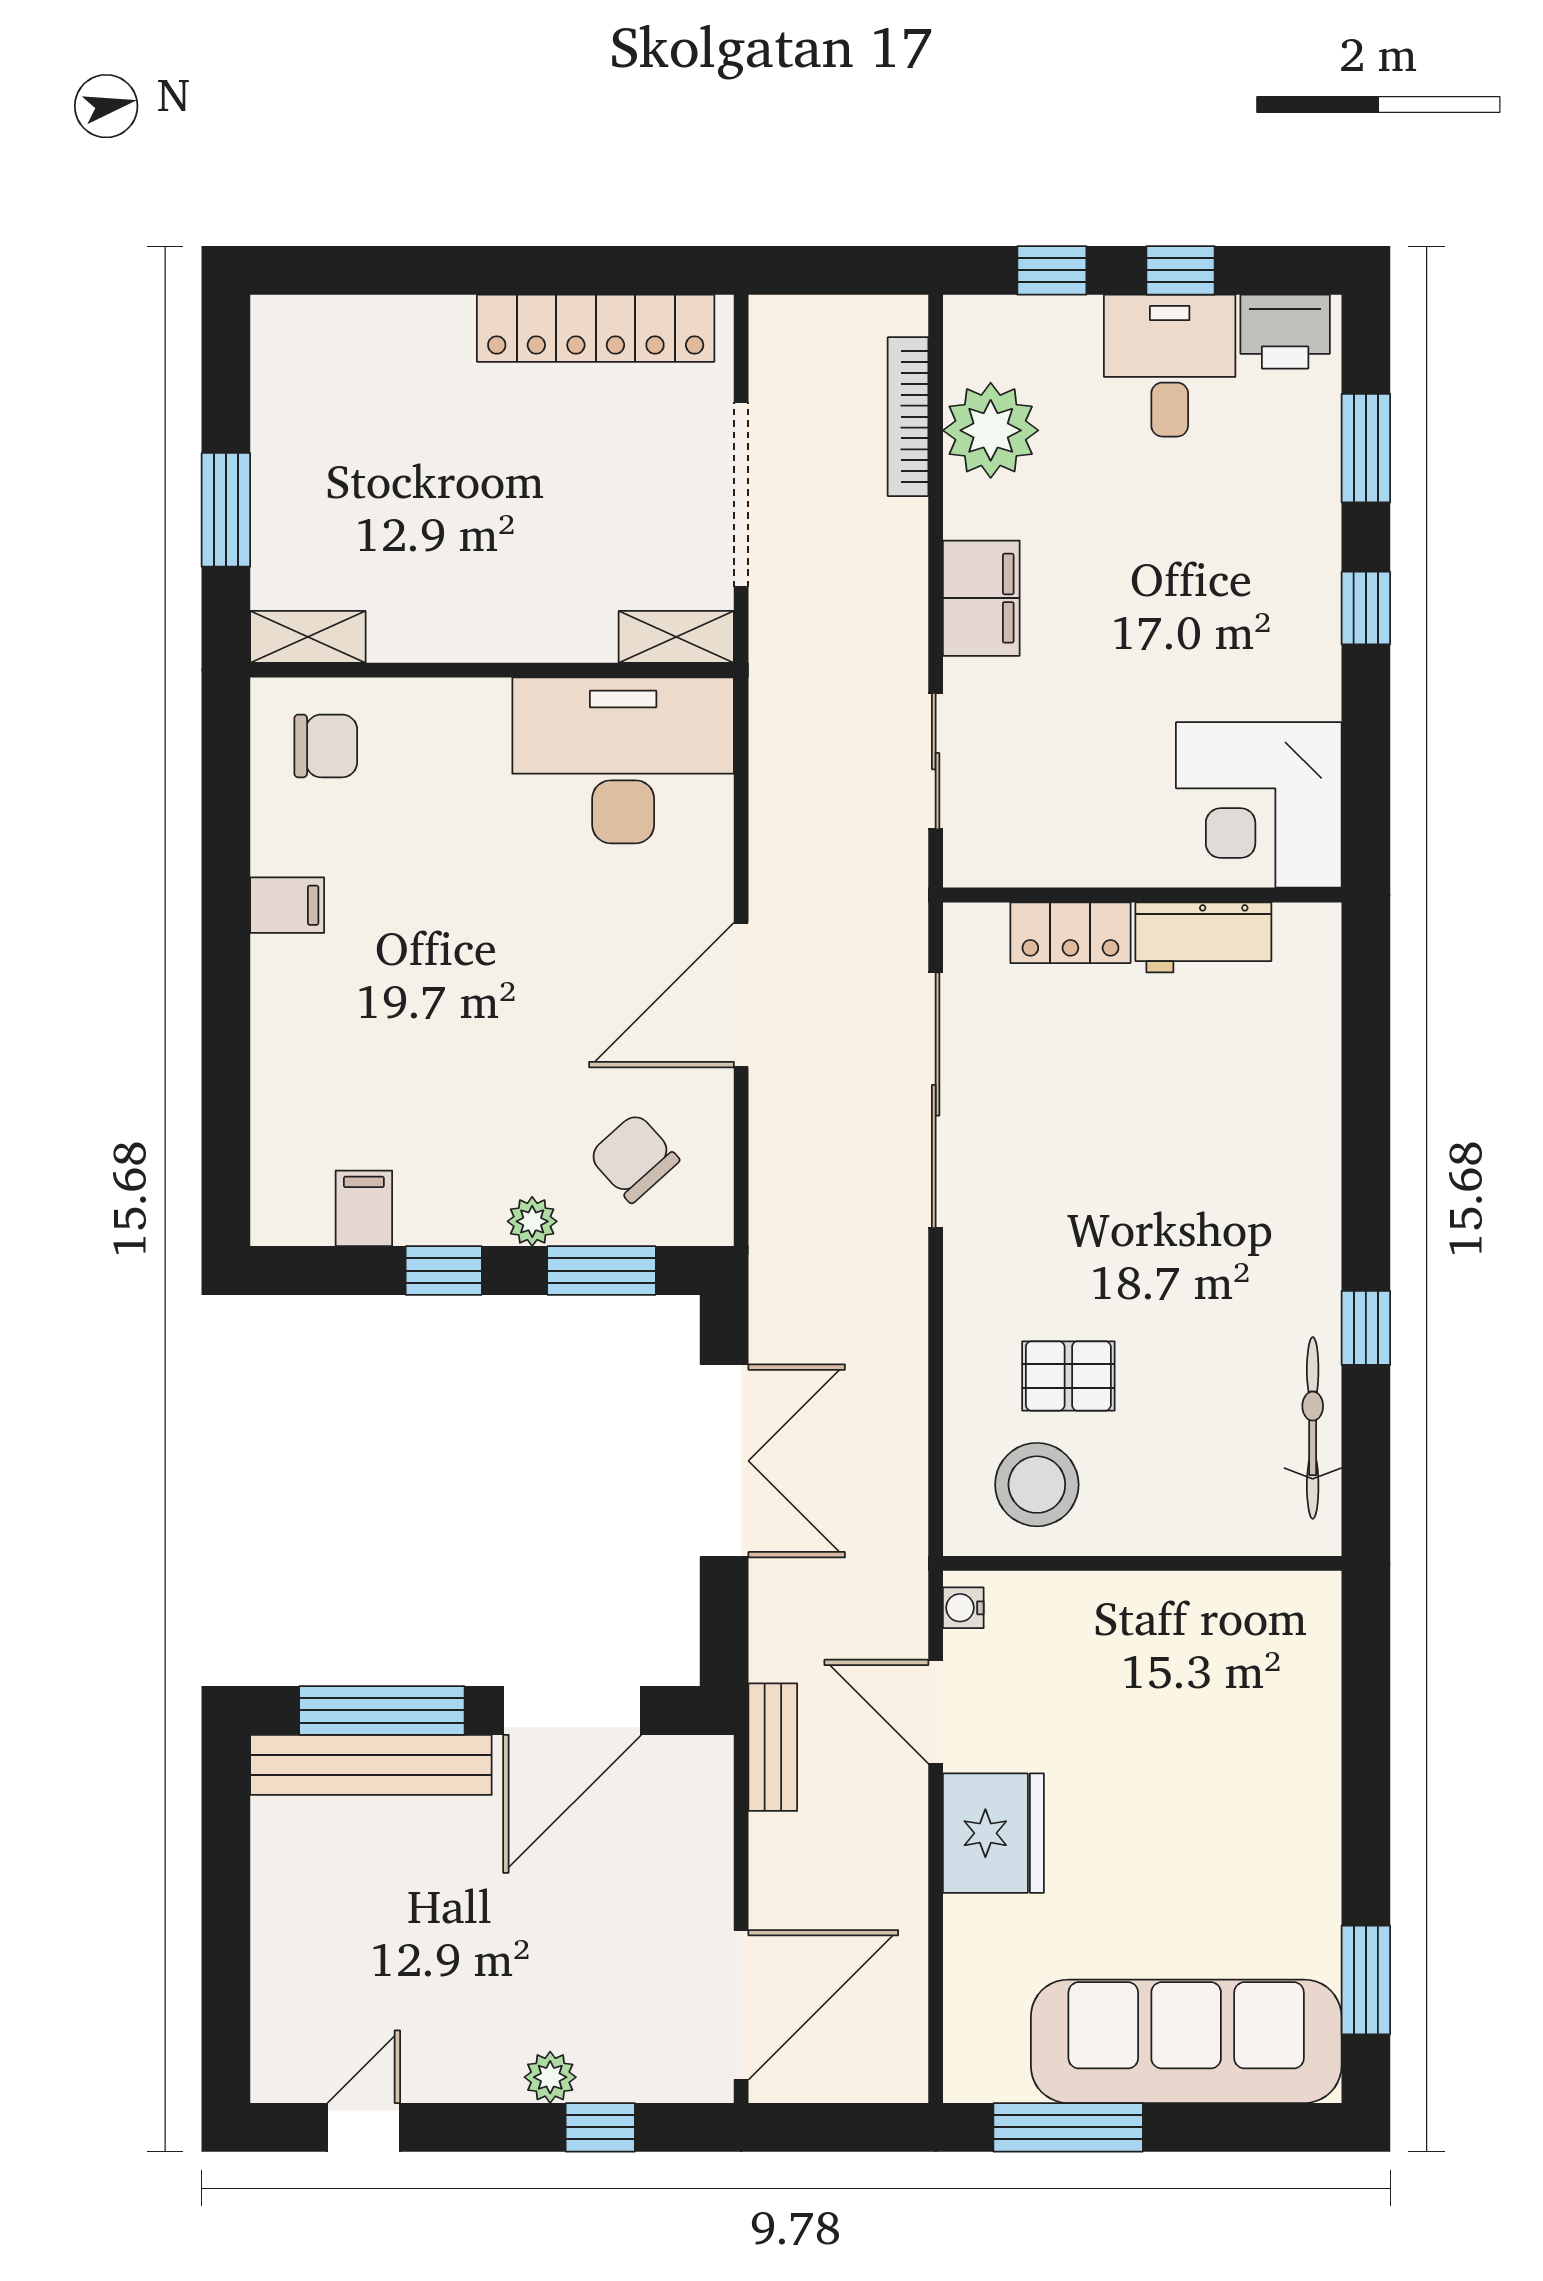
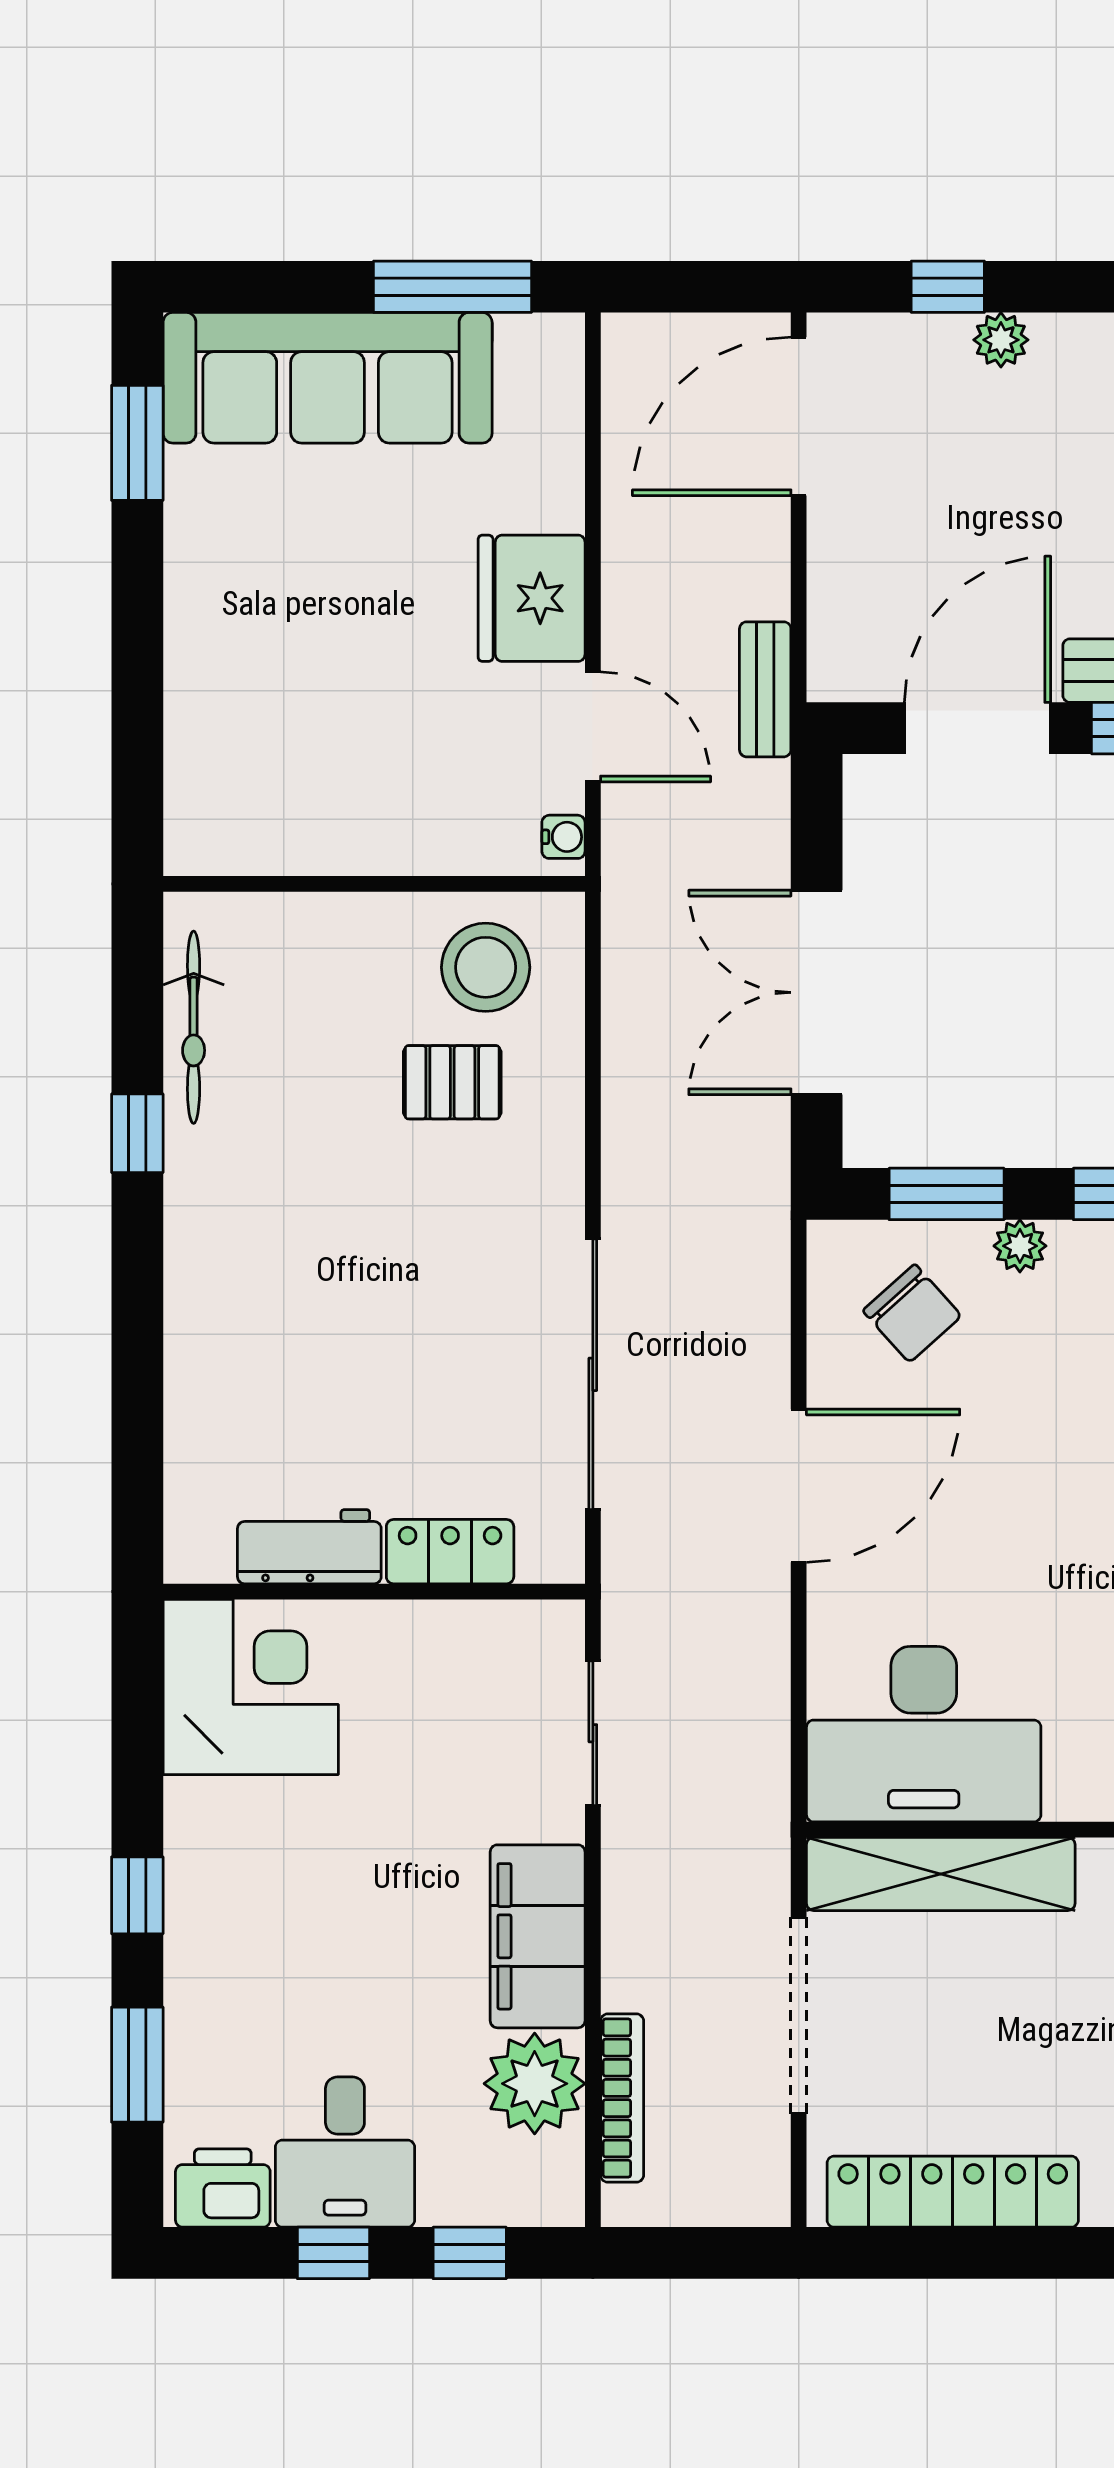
filing cabinet: (981, 598) -> (538, 1936), width x1.50, depth x1.17
shelving: (676, 637) -> (941, 1874), width x2.20, depth x1.33

